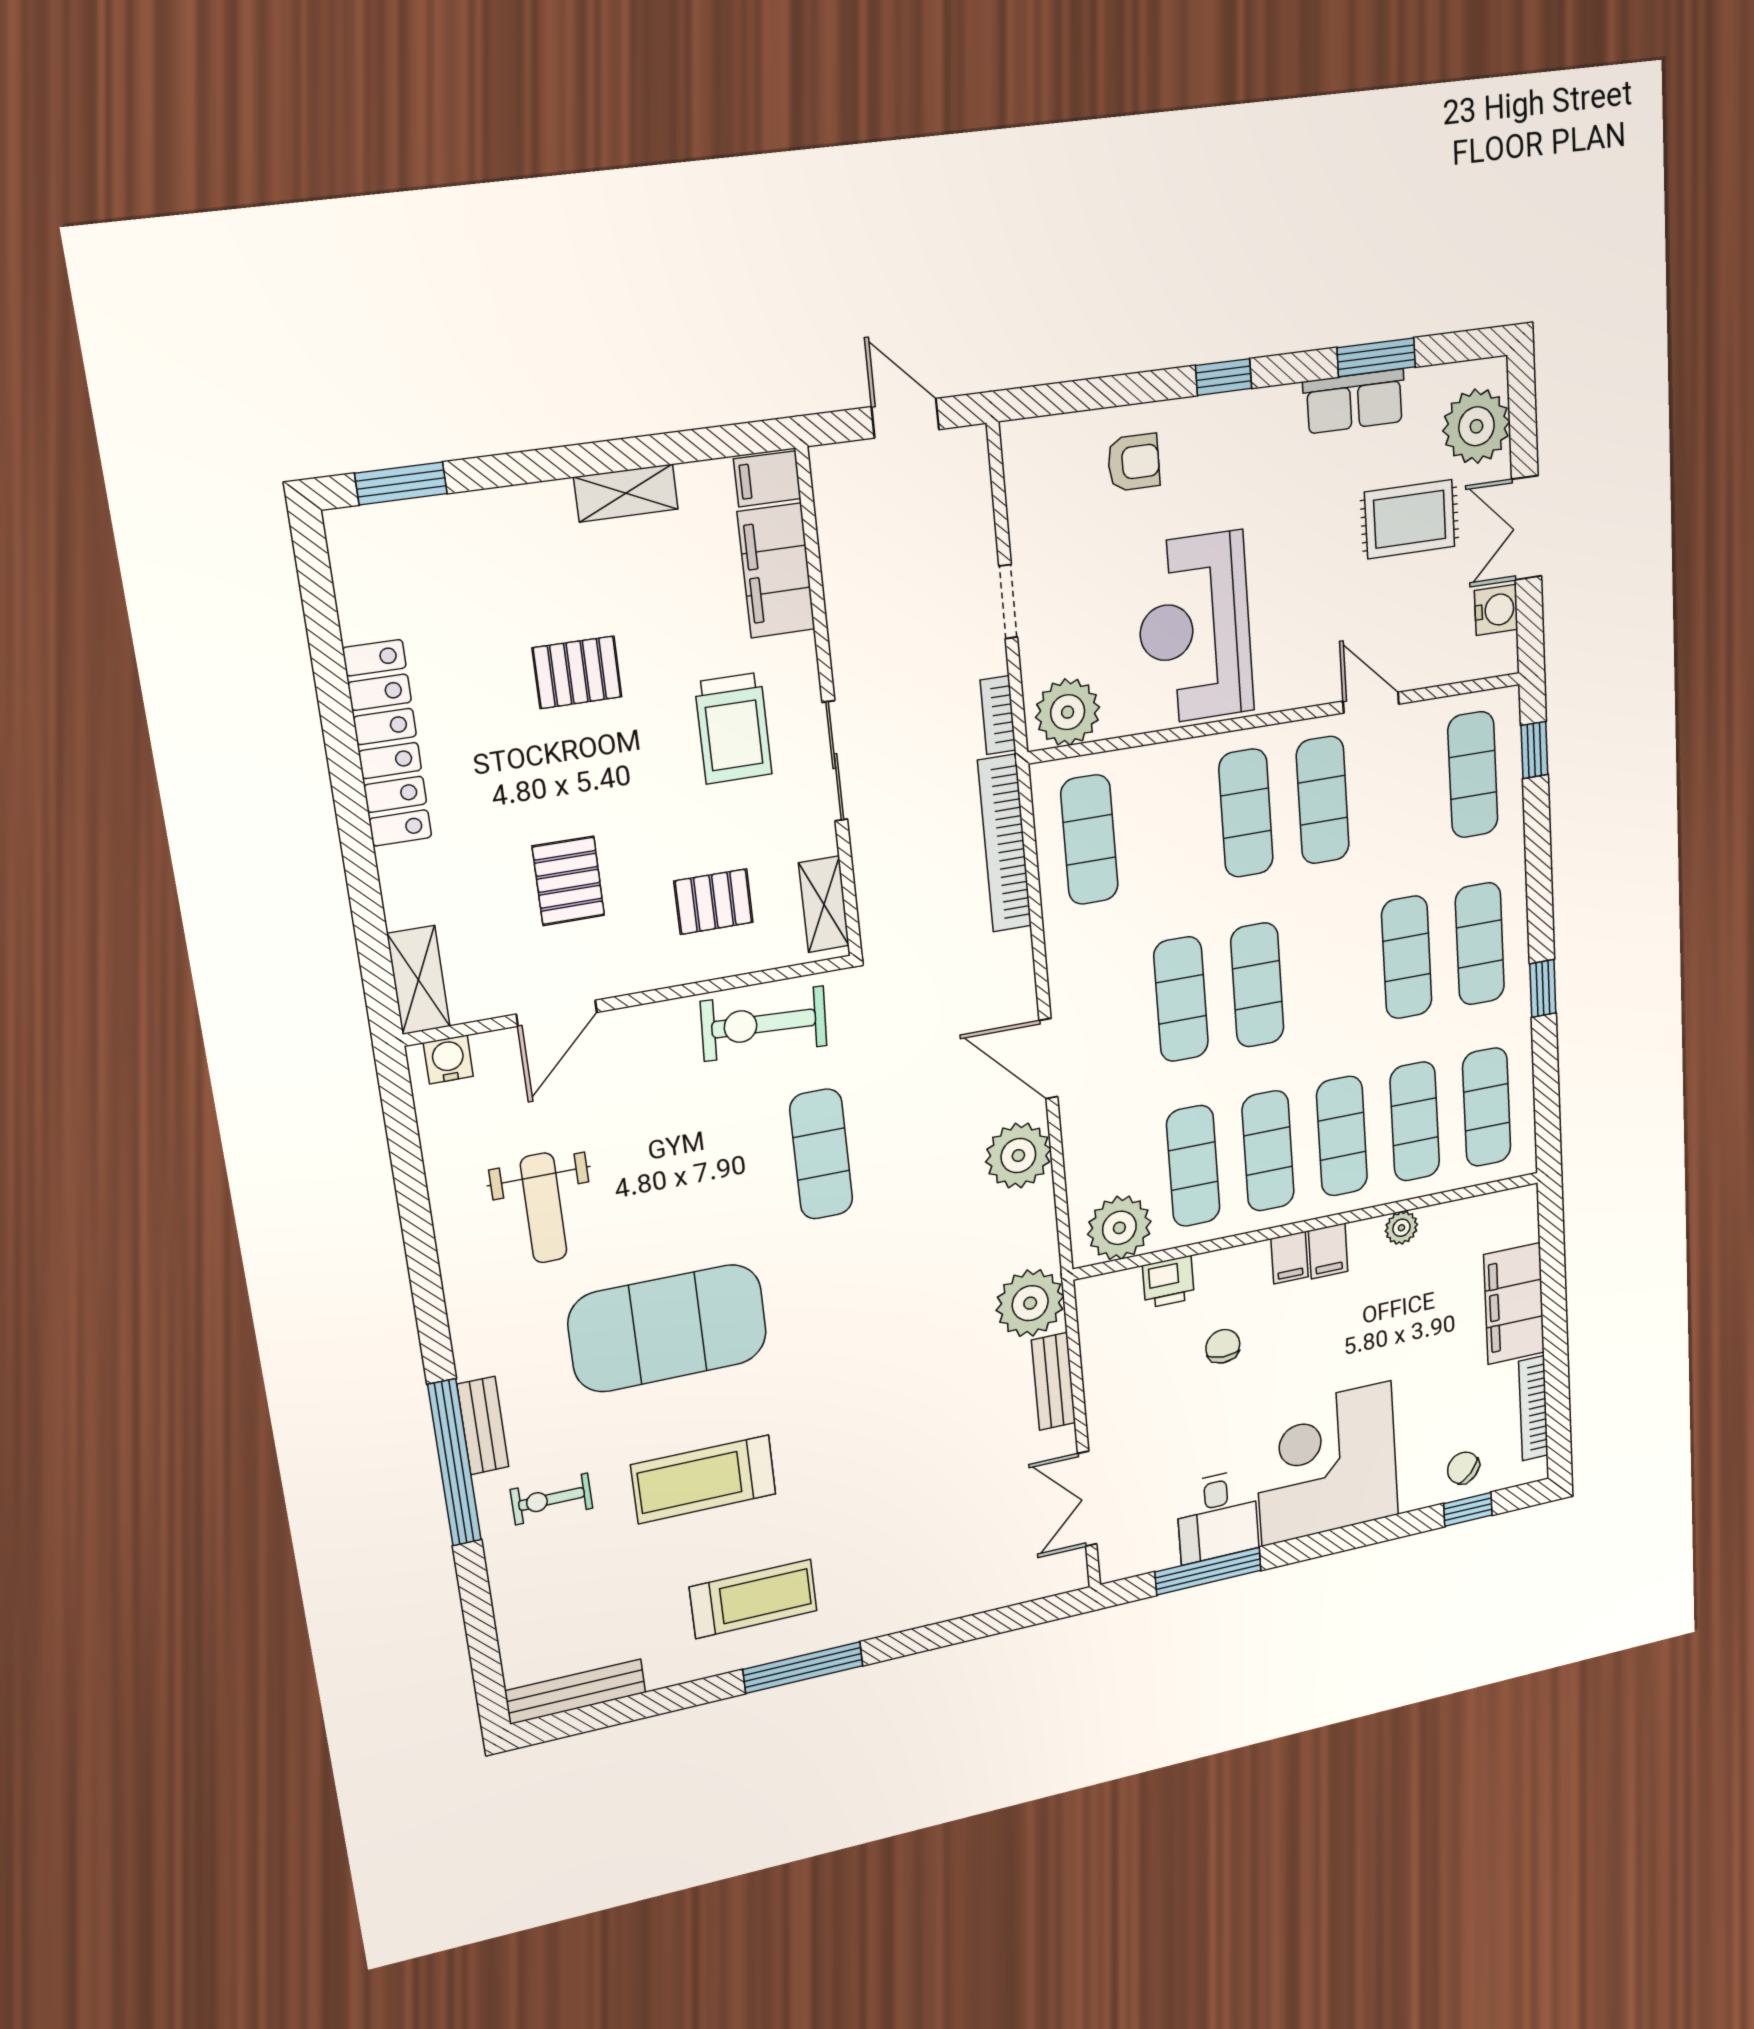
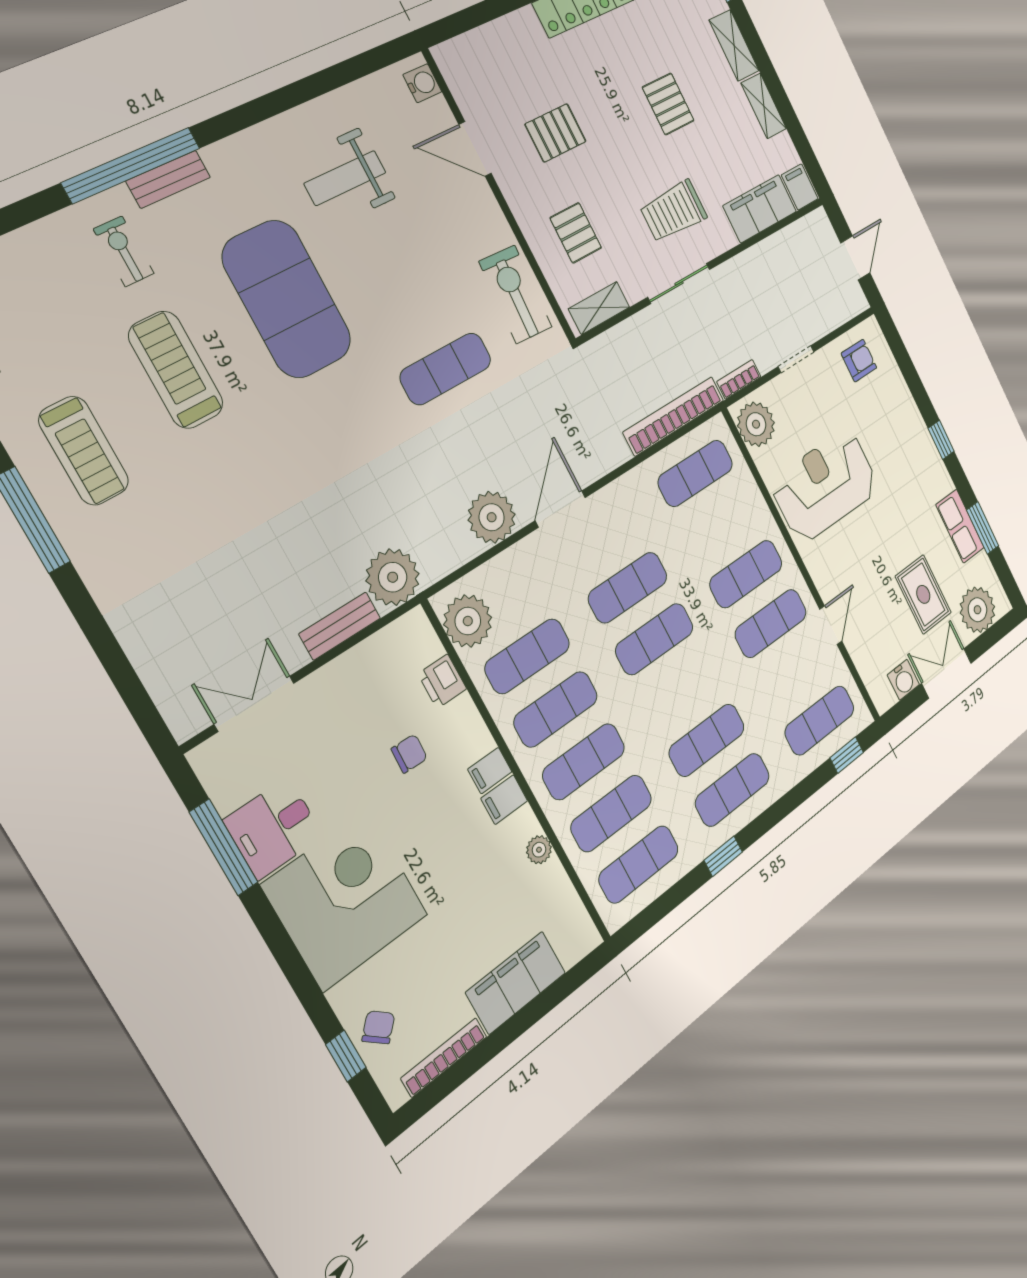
armchair: (1134, 462) -> (859, 361), moved, turned -90
shelving: (418, 980) -> (734, 45), moved, turned 90

